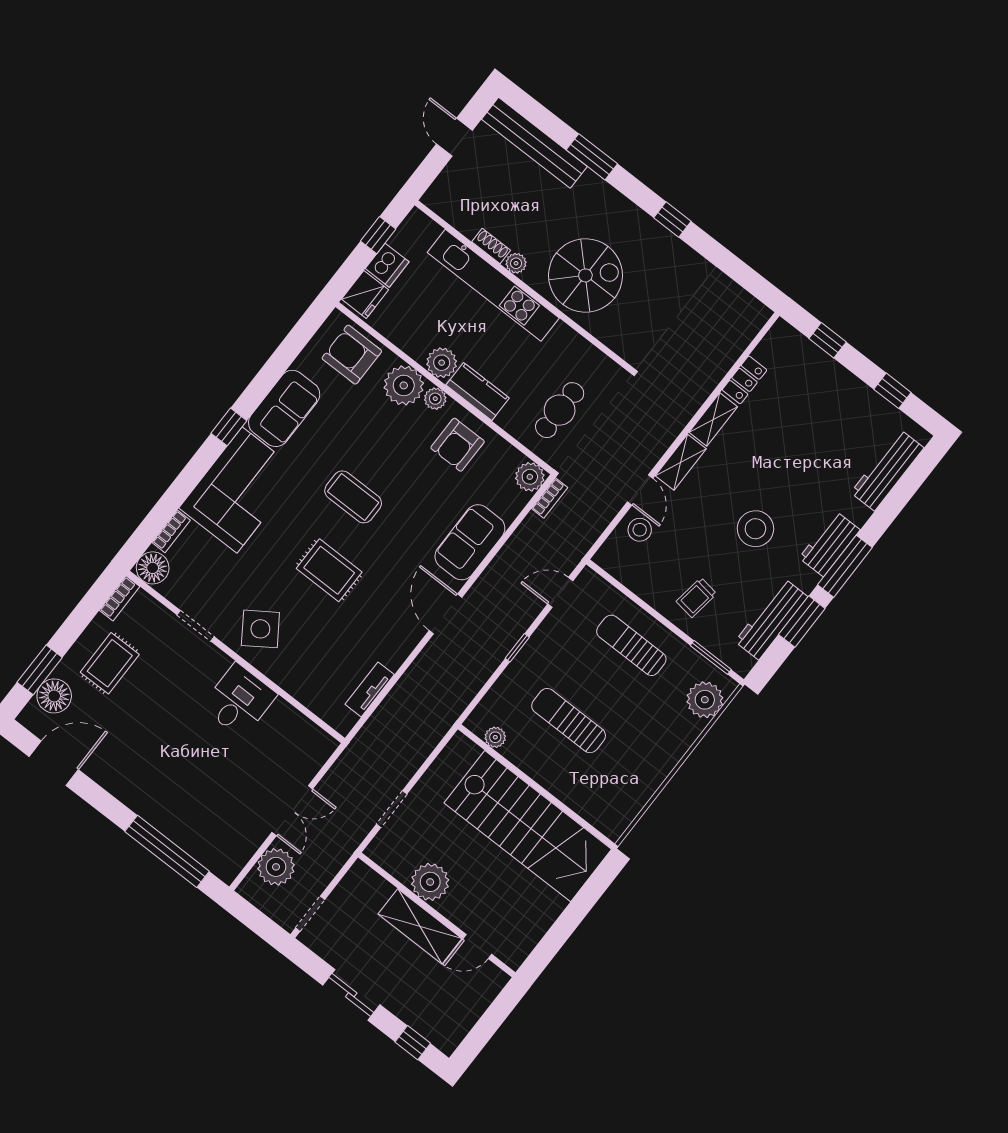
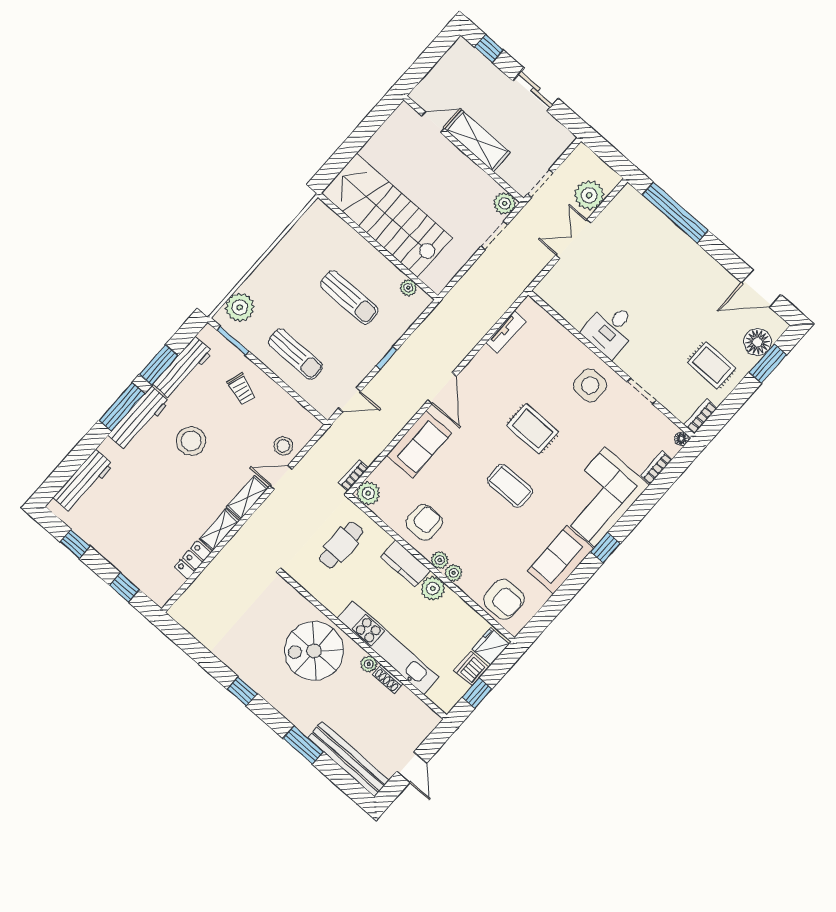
plant: (404, 385) -> (454, 573), width x0.53, depth x0.53
door: (640, 490) -> (281, 478), hinge flipped
workbench: (830, 544) -> (139, 419), width x1.38
floor lamp: (153, 568) -> (681, 439), width x0.53, depth x0.53
trolley: (696, 598) -> (241, 389), turned 100
side table: (260, 629) -> (590, 385), turned 34
rug: (110, 663) -> (712, 365), turned 90
plant: (430, 882) -> (505, 203), moved, width x0.73, depth x0.73
doorway: (310, 914) -> (540, 184), moved

